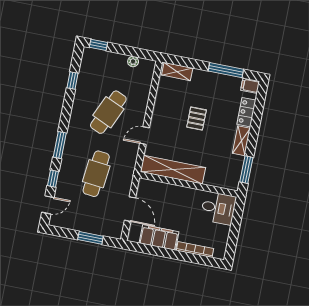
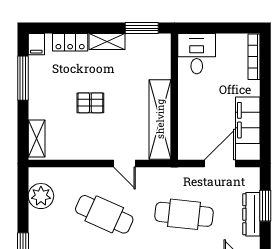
plant: (133, 62) -> (41, 196), width x1.88, depth x1.88
dresser: (86, 226) -> (251, 214), added
bookcase: (195, 250) -> (254, 57), moved

